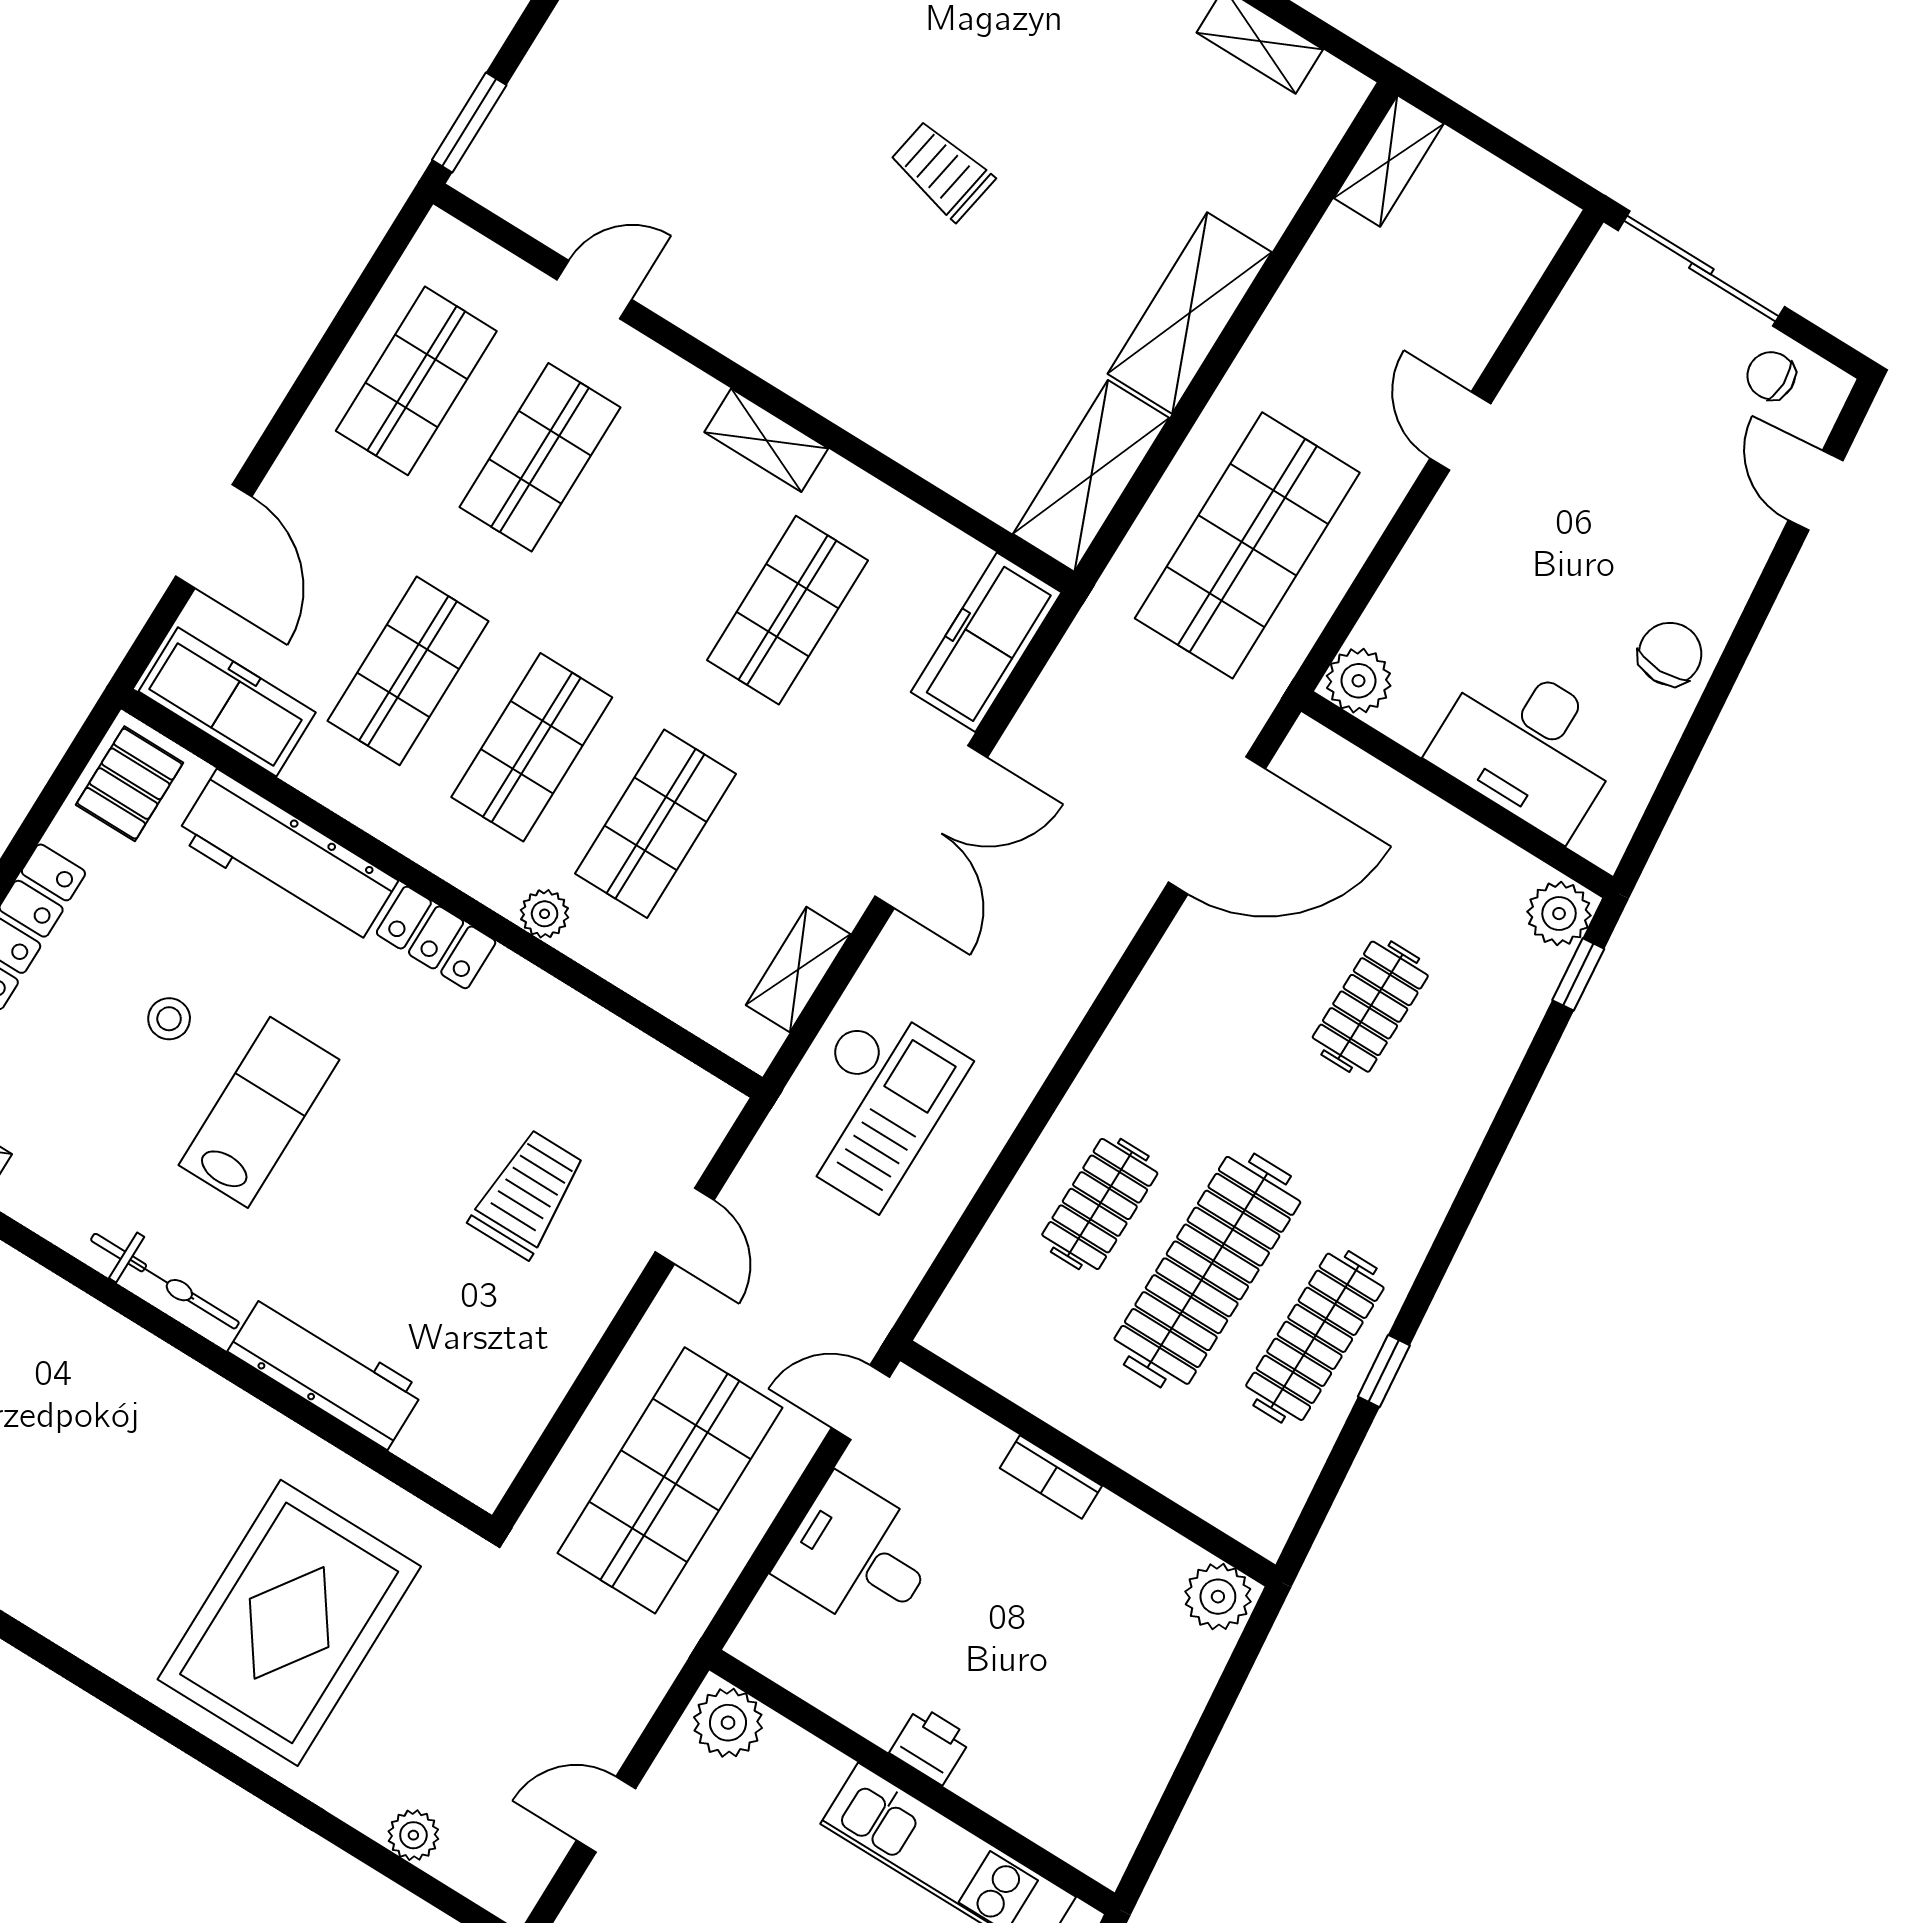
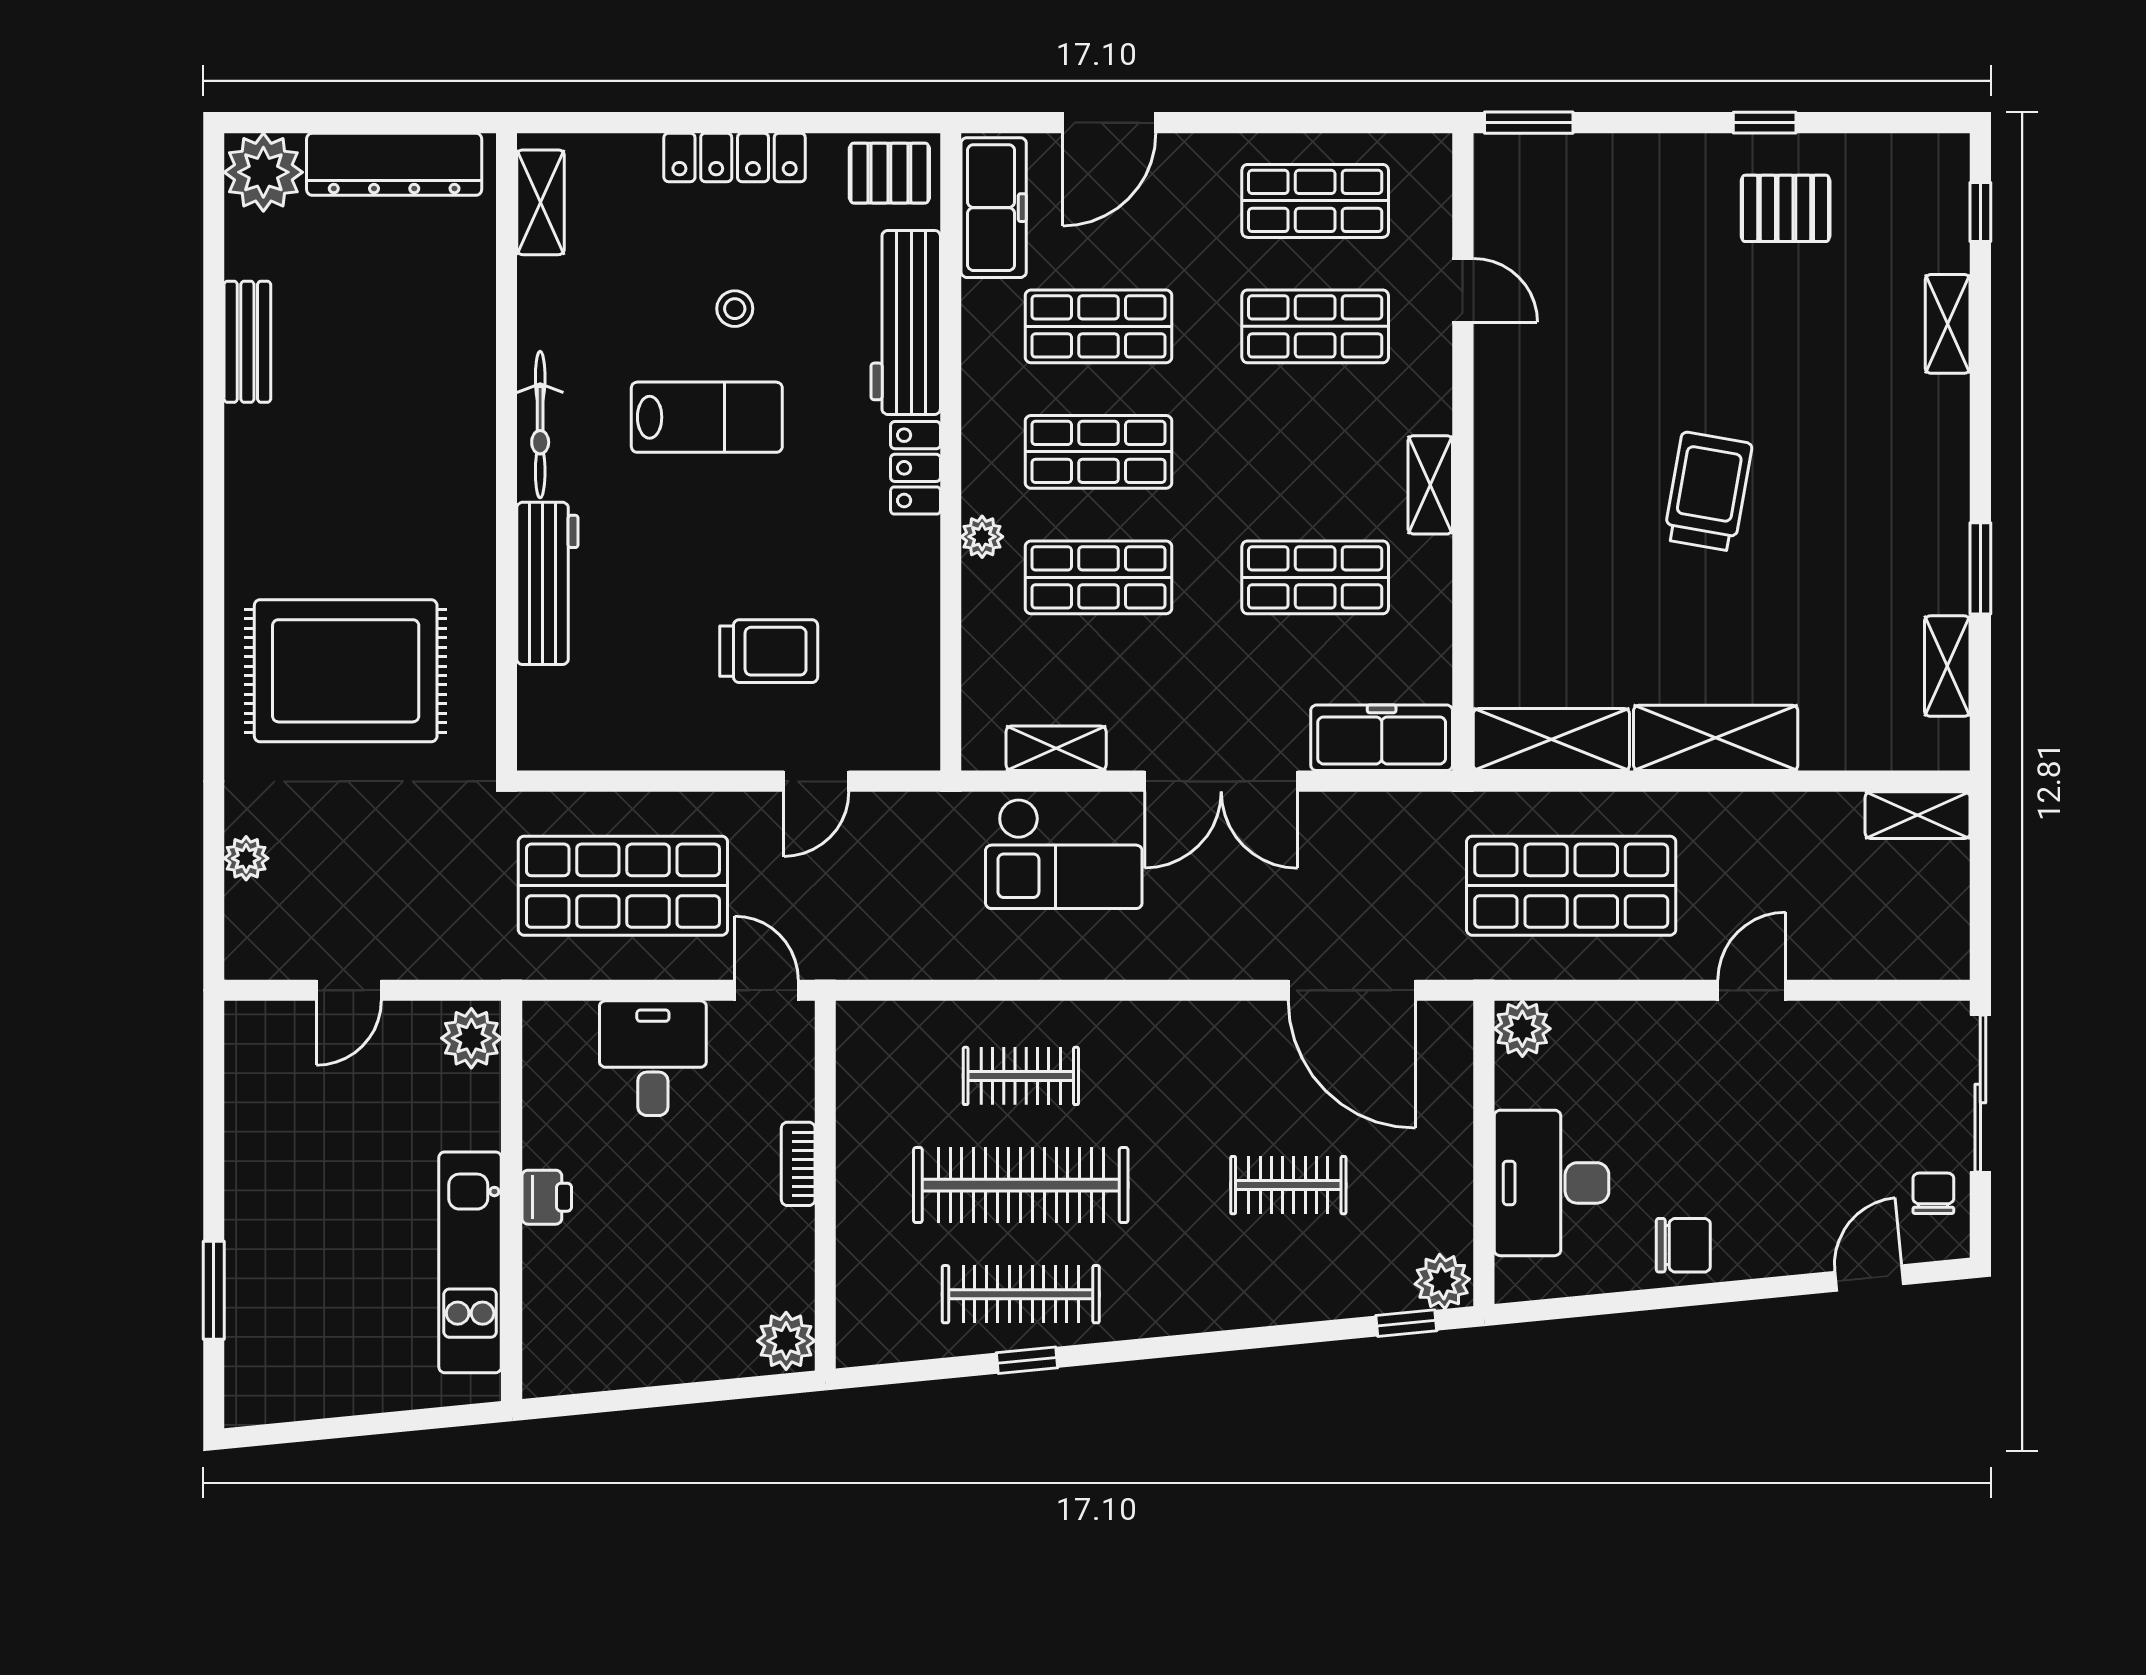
trolley: (942, 171) -> (1708, 492), width x1.36, depth x1.39
checkout: (873, 1105) -> (1064, 854), moved
door: (606, 1814) -> (349, 990), swing flipped

